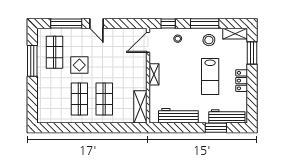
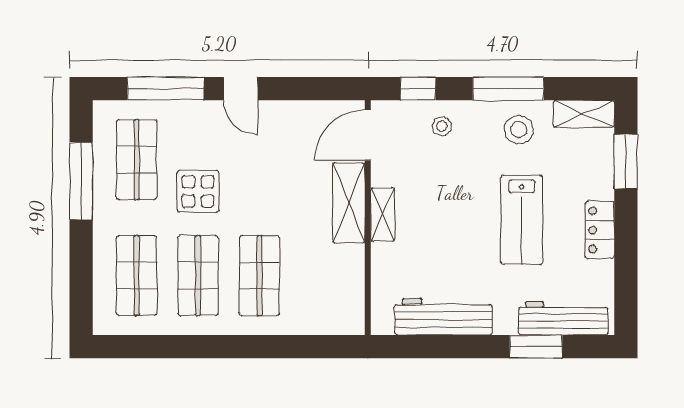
shop shelf: (55, 99) -> (137, 276), added
shelving: (140, 107) -> (349, 203), moved

